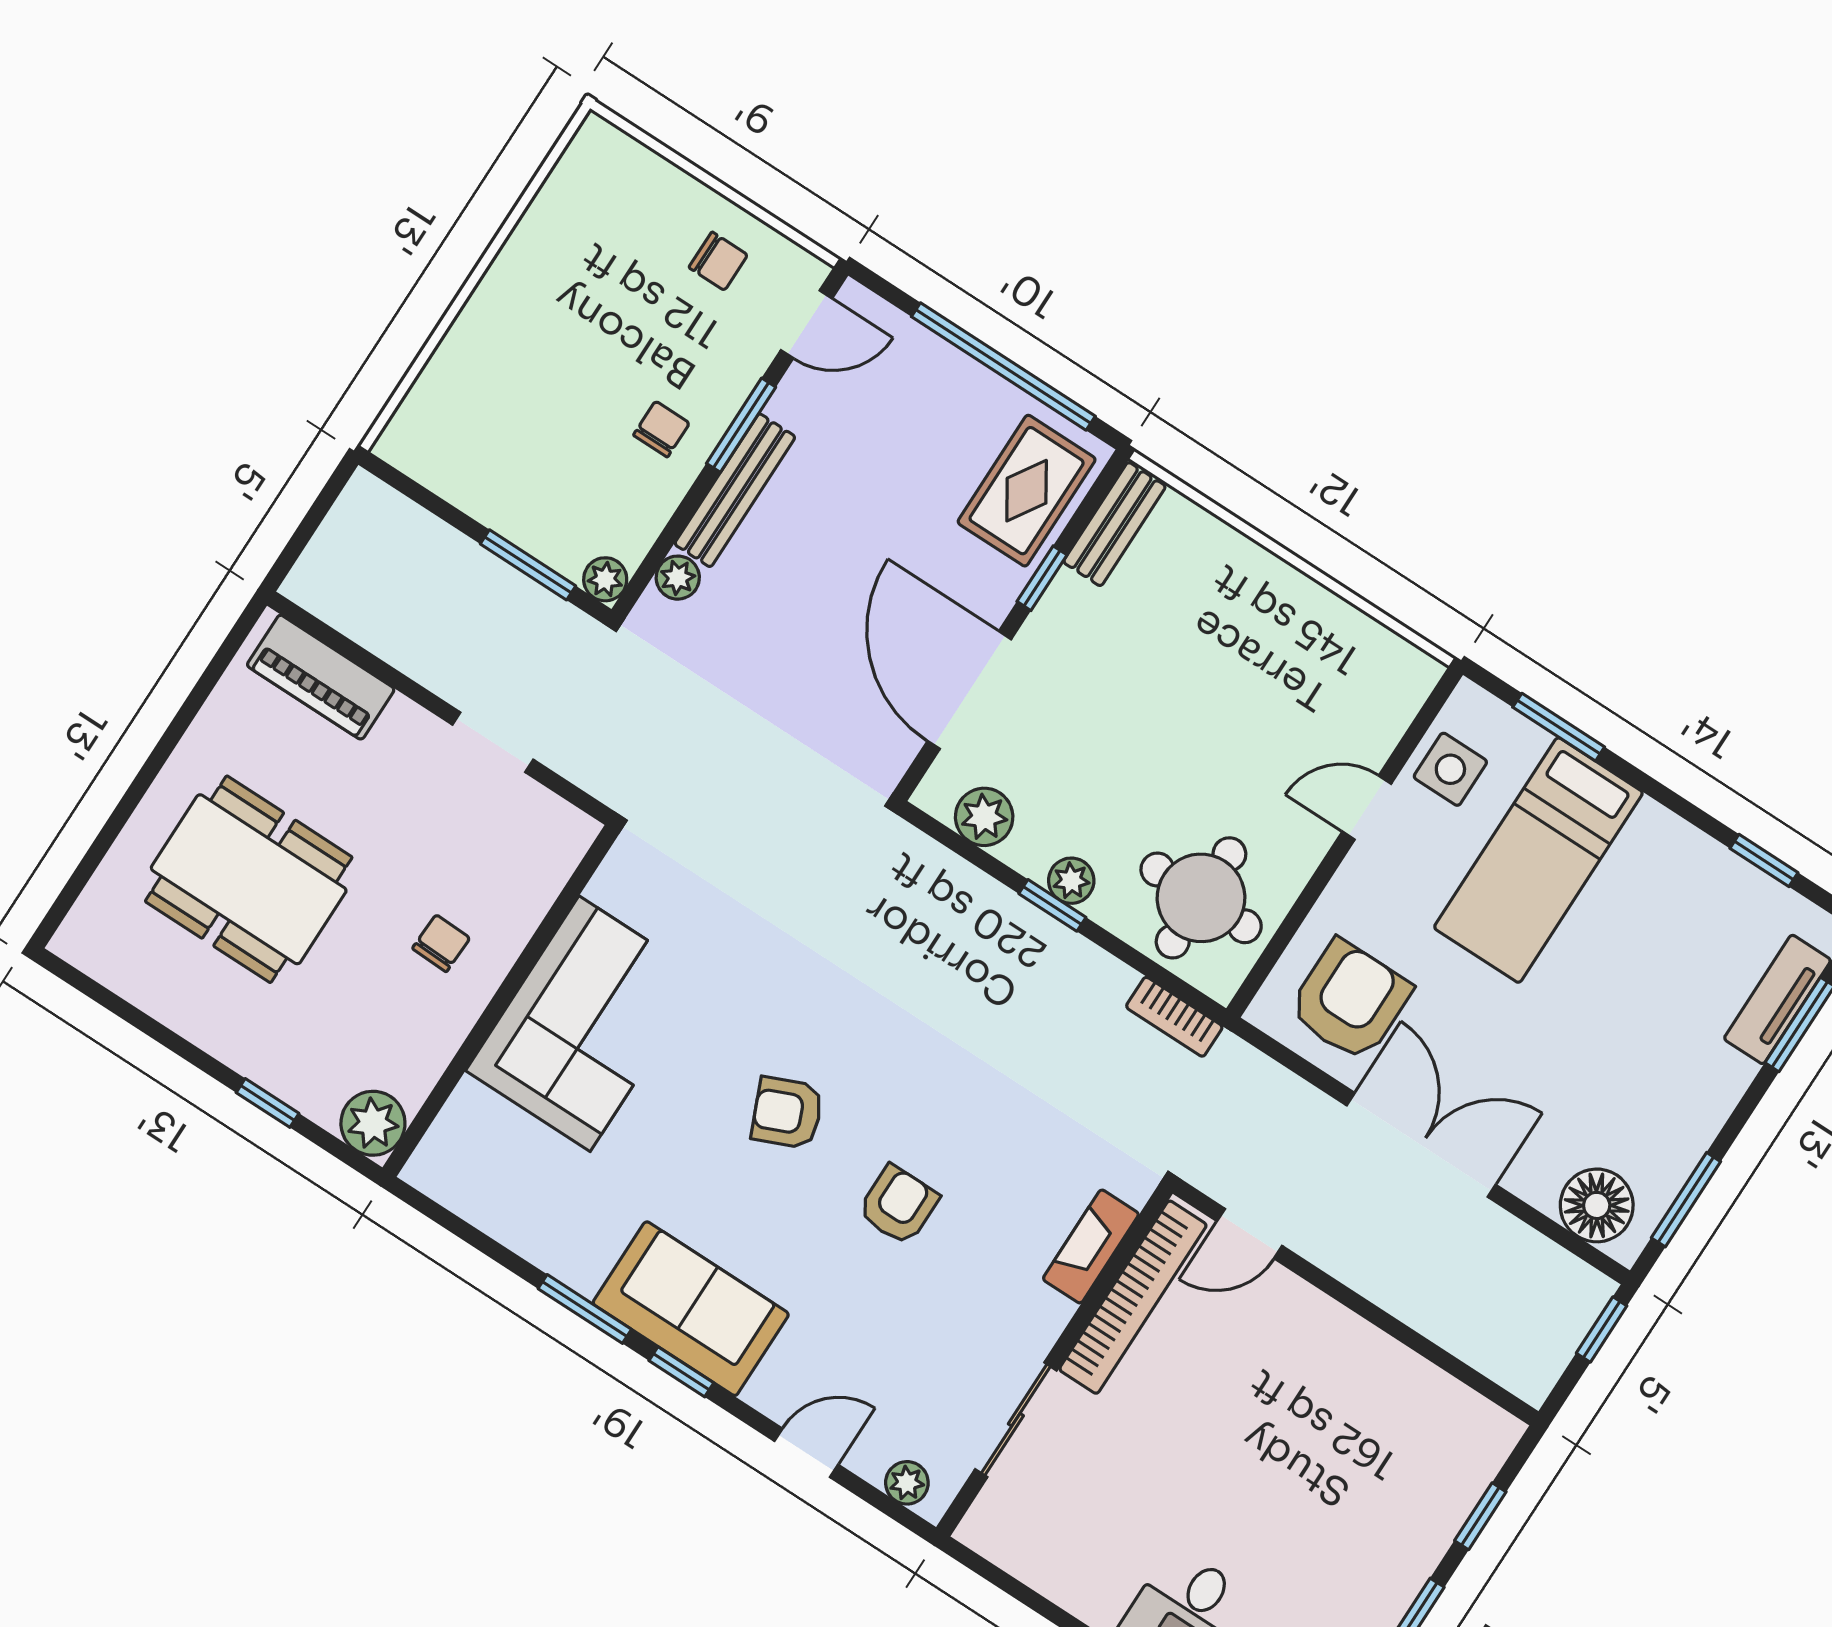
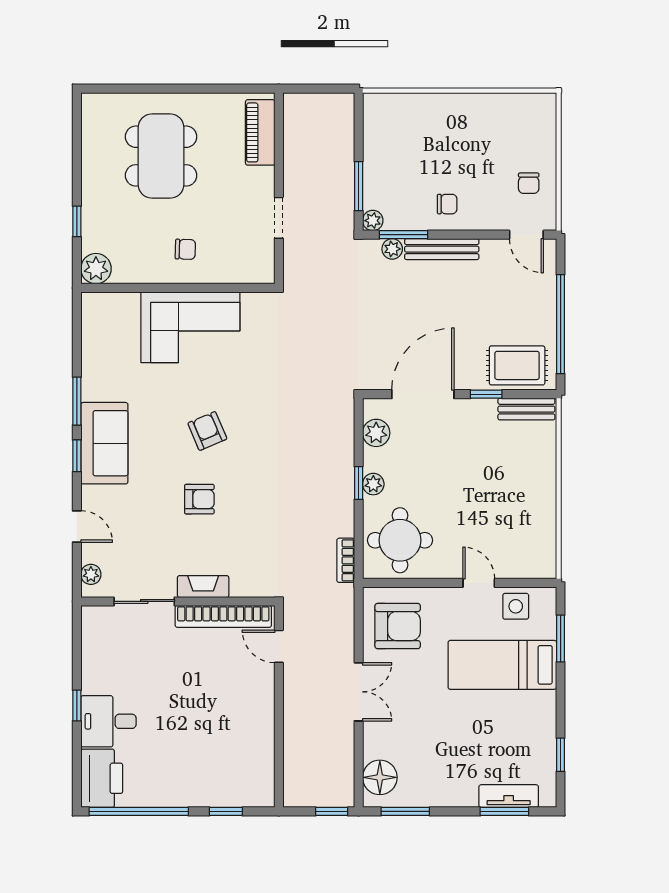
window: (741, 425) -> (404, 235), moved
double door: (1421, 1145) -> (359, 692), width x0.73
fireplace: (1091, 1246) -> (203, 587), moved

